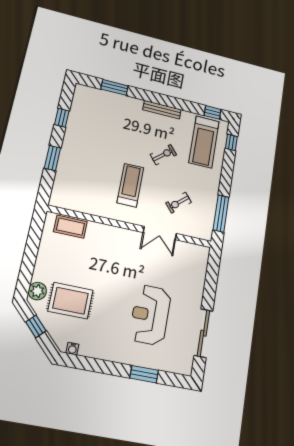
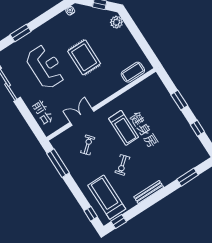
rug: (70, 301) -> (84, 57), moved, turned 90

